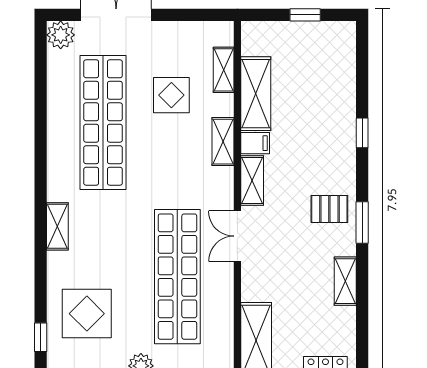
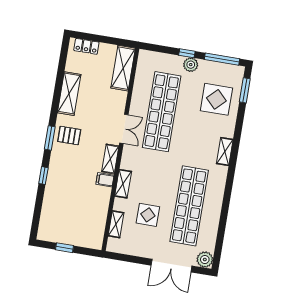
shelving: (256, 94) -> (100, 208), removed
window: (362, 222) -> (50, 138), moved
shelving: (345, 281) -> (69, 94), width x1.50, depth x1.33
window: (41, 337) -> (245, 90), width x1.50

